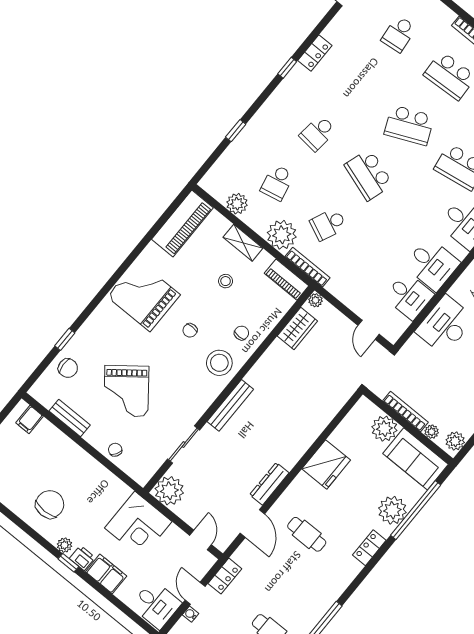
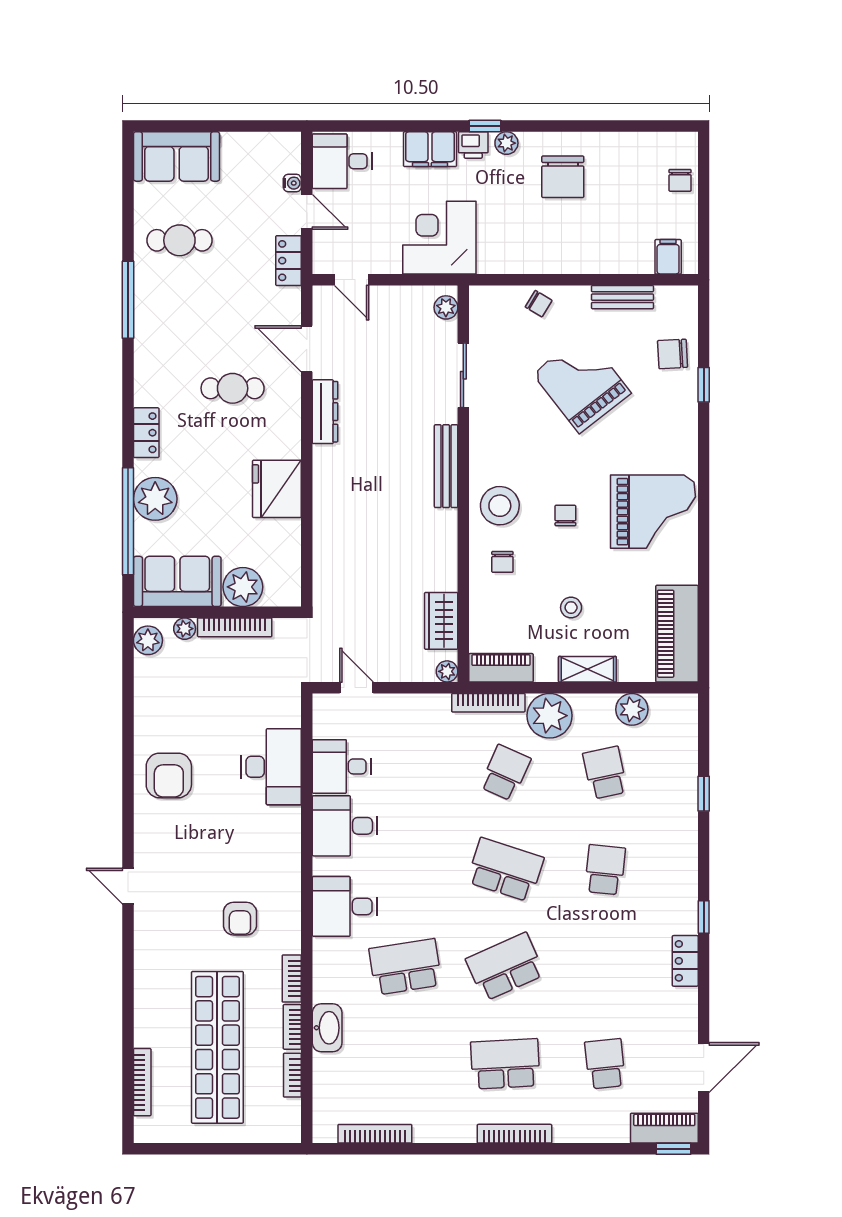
plant: (169, 491) -> (446, 307), width x0.53, depth x0.53

